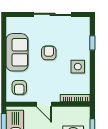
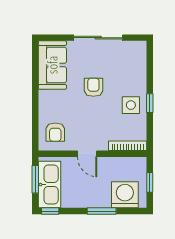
window: (92, 43) -> (150, 103), moved
sofa: (17, 52) -> (52, 65), moved

